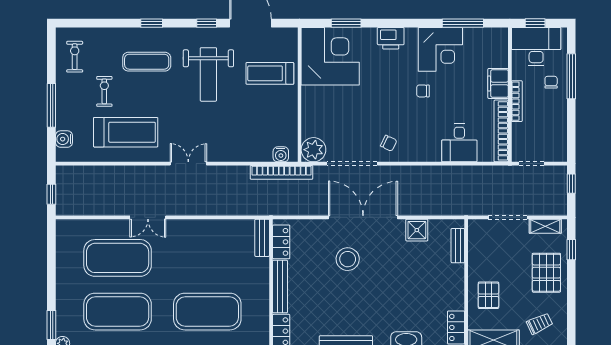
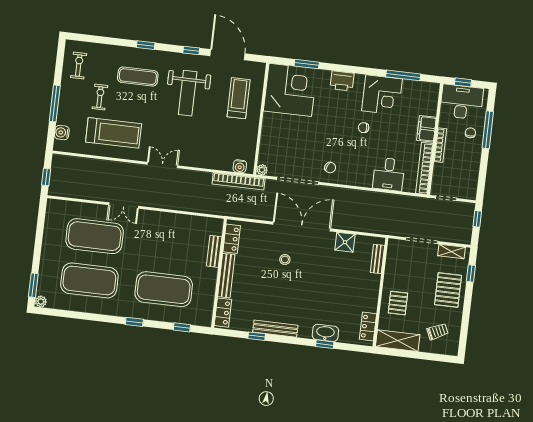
treadmill: (270, 73) -> (239, 98), turned 90
plant: (313, 150) -> (262, 170), width x0.53, depth x0.53
bench: (262, 238) -> (214, 251), moved
stool: (348, 259) -> (285, 259), width x0.53, depth x0.53

